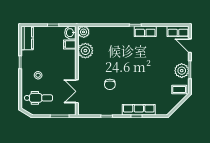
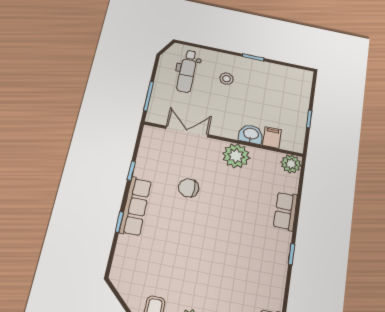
row of seats: (145, 31) -> (285, 211), moved
washbasin: (70, 33) -> (251, 134), moved
kitchen counter: (27, 38) -> (293, 76), removed
plant: (85, 51) -> (236, 156), moved
row of seats: (139, 110) -> (135, 206), moved

